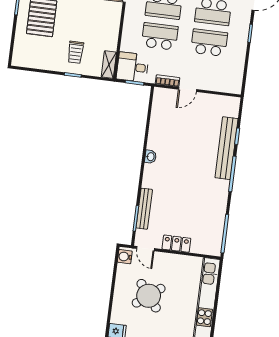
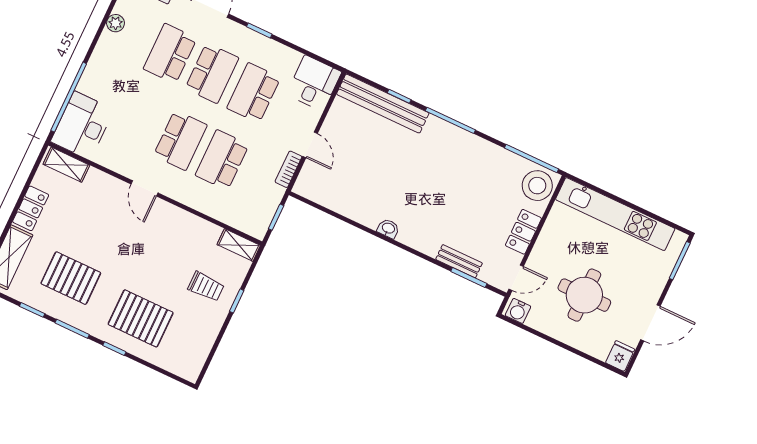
desk: (133, 67) -> (314, 83), moved, turned 180
bench: (226, 148) -> (383, 104), moved
bench: (144, 209) -> (459, 261), width x0.73
stool: (209, 243) -> (537, 186), added
round table: (149, 296) -> (584, 295), turned 38

